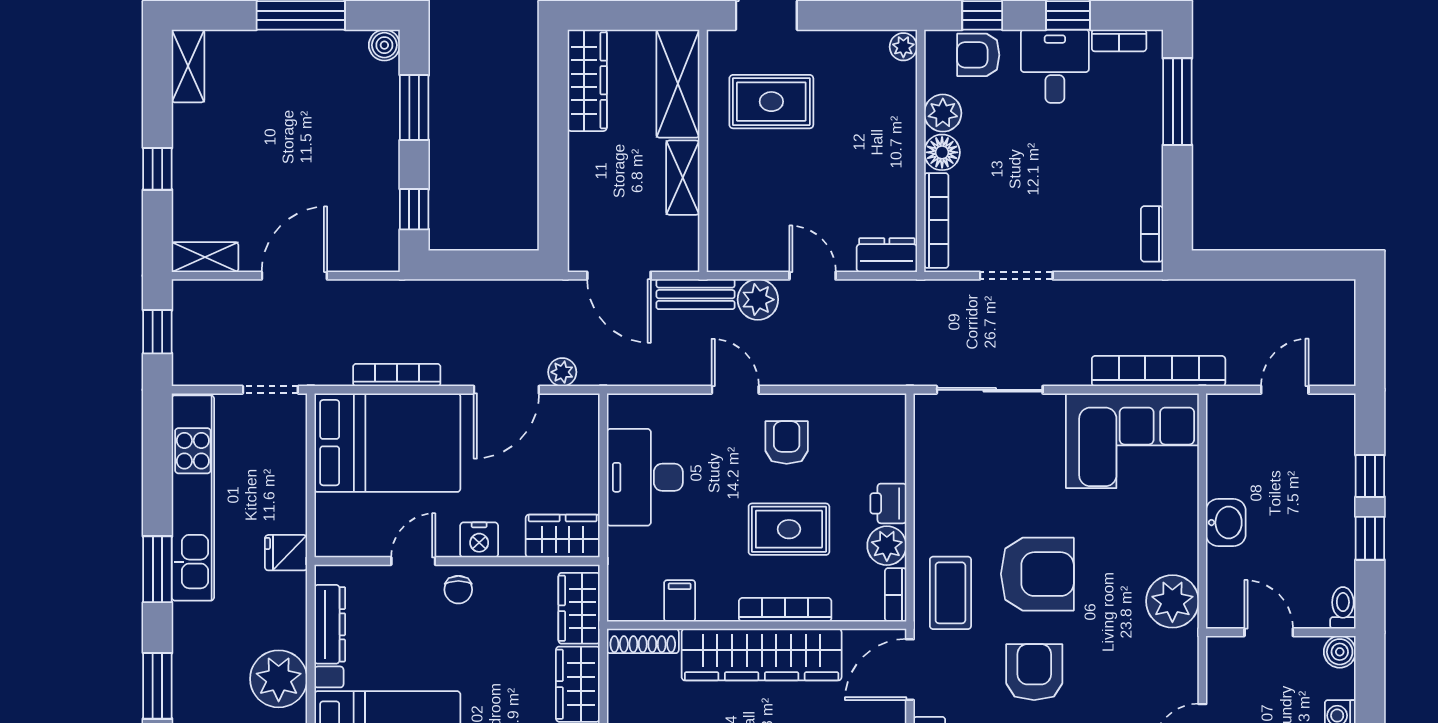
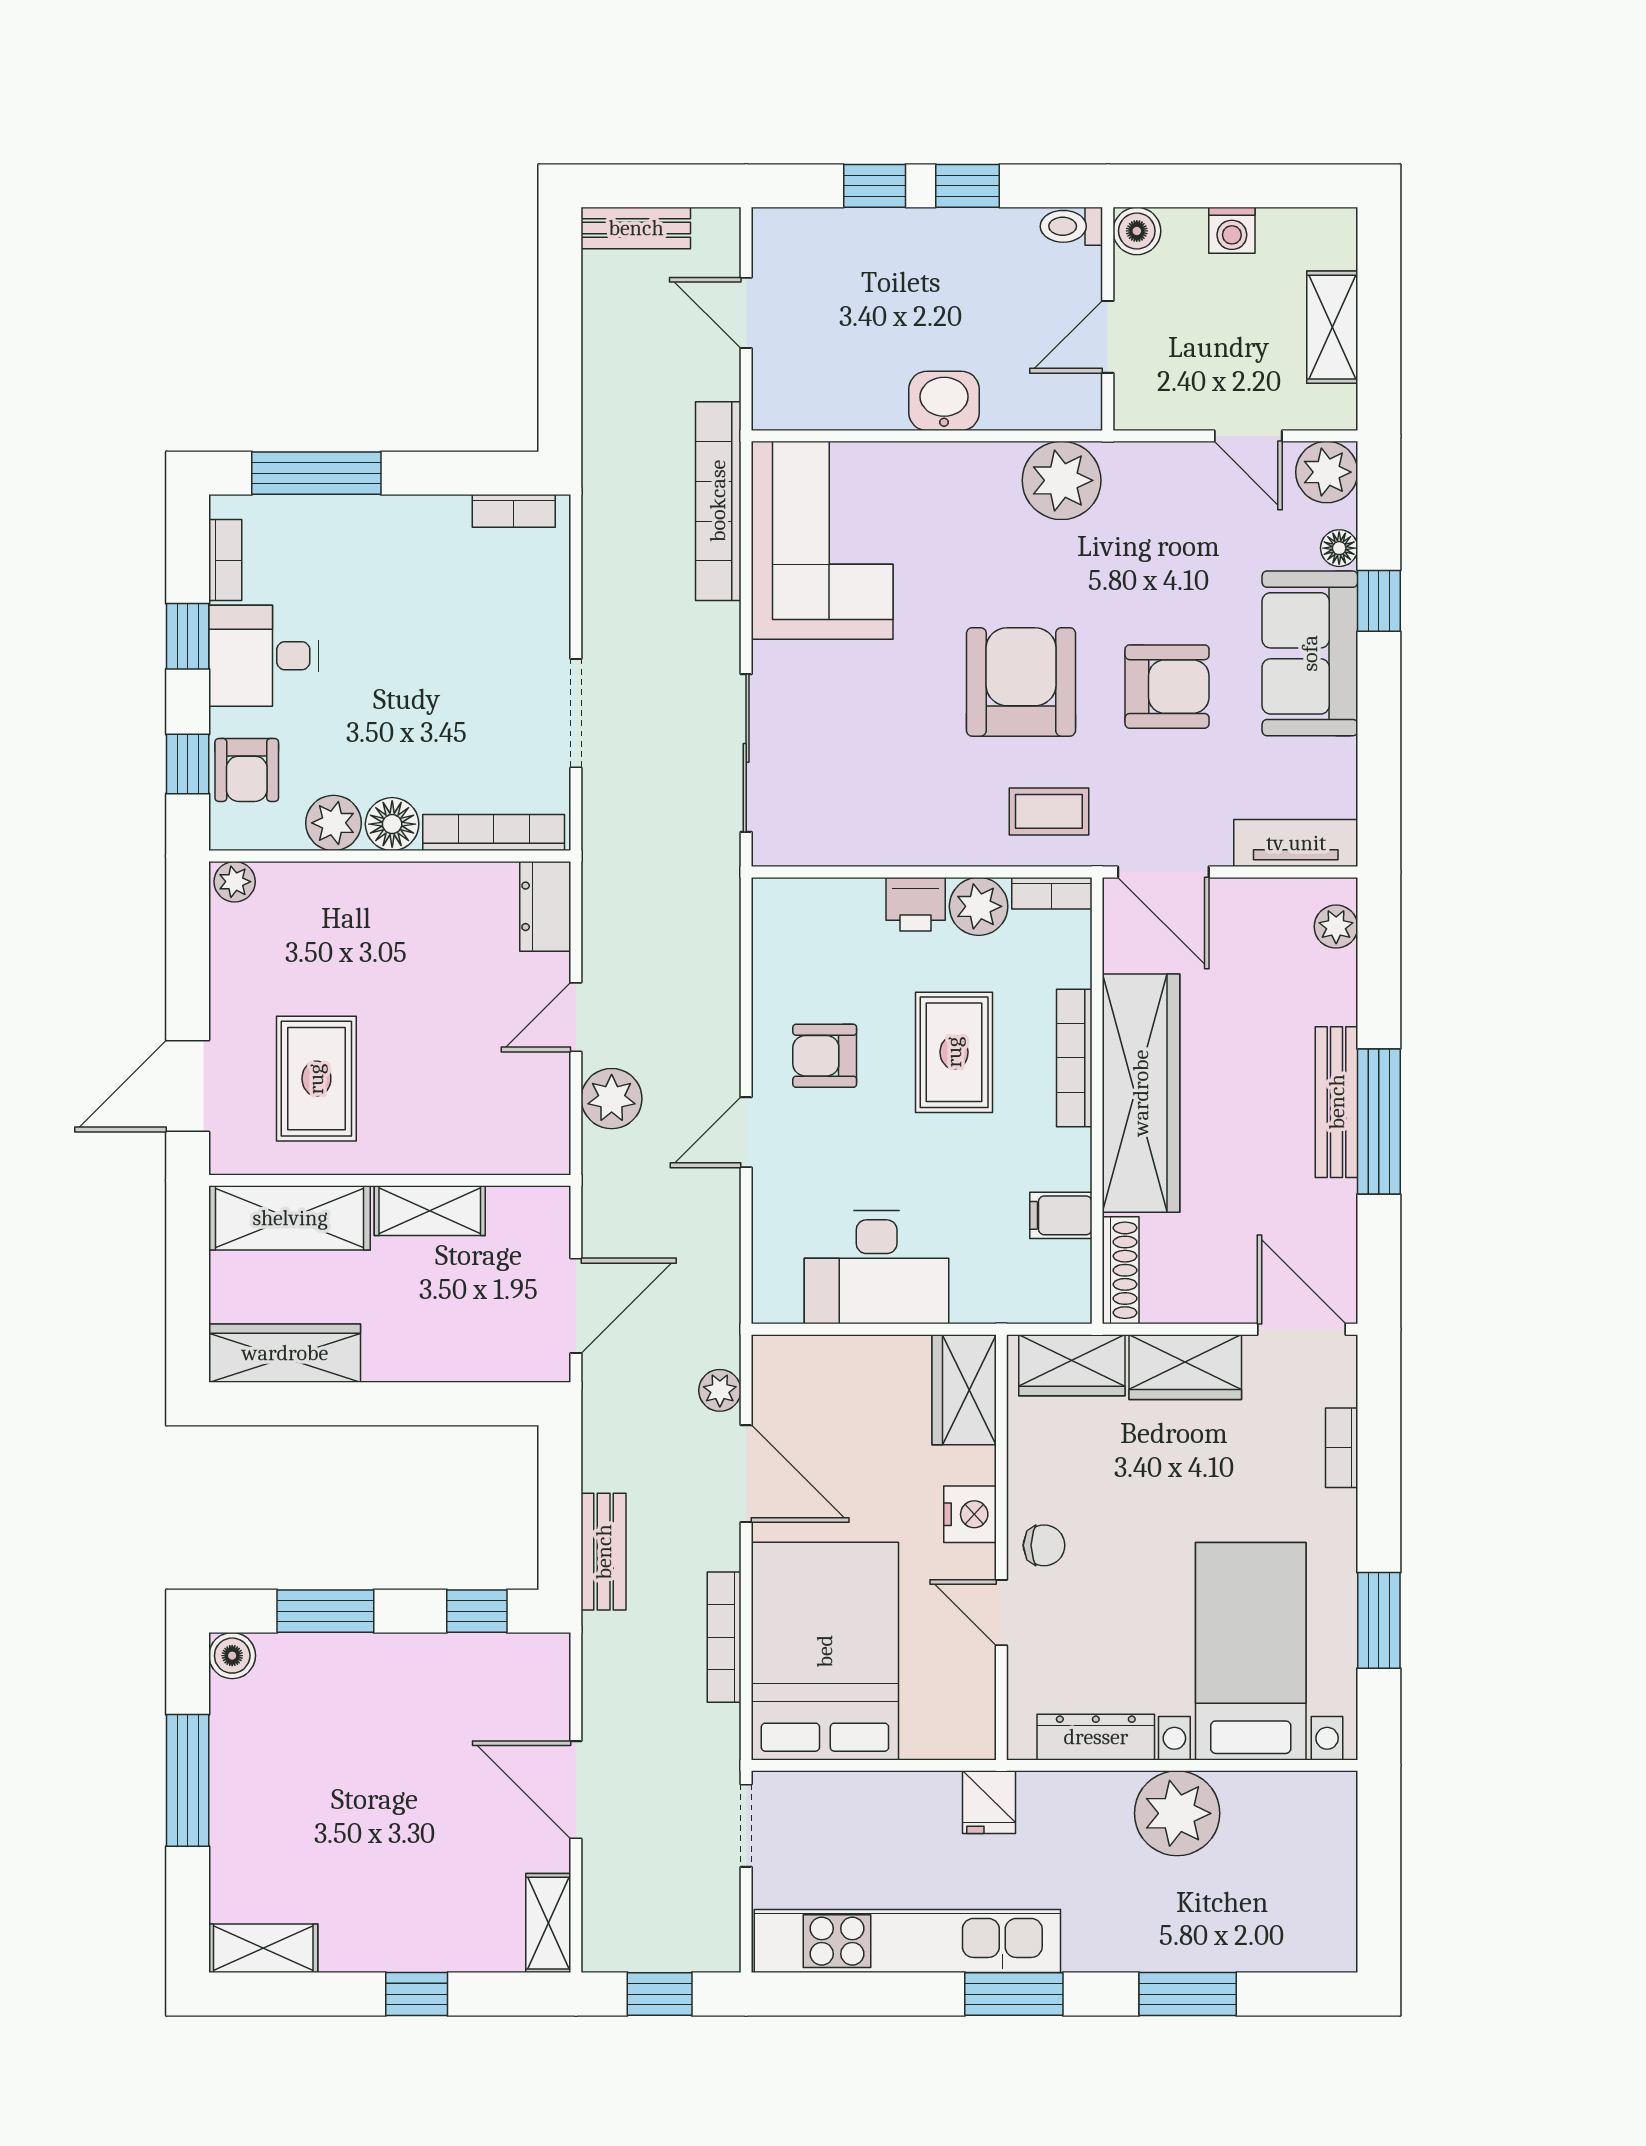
bench: (696, 294) -> (604, 1552), moved
bench: (1342, 316) -> (636, 228), added
coffee table: (950, 593) -> (1049, 811), width x0.73, depth x0.77
armchair: (1034, 672) -> (1167, 687), turned 180

